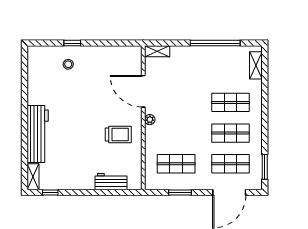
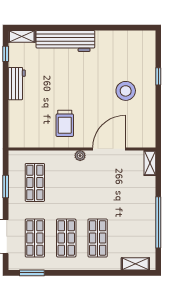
stool: (68, 64) -> (126, 91), moved, width x1.89, depth x1.89
workbench: (111, 182) -> (17, 84), moved

